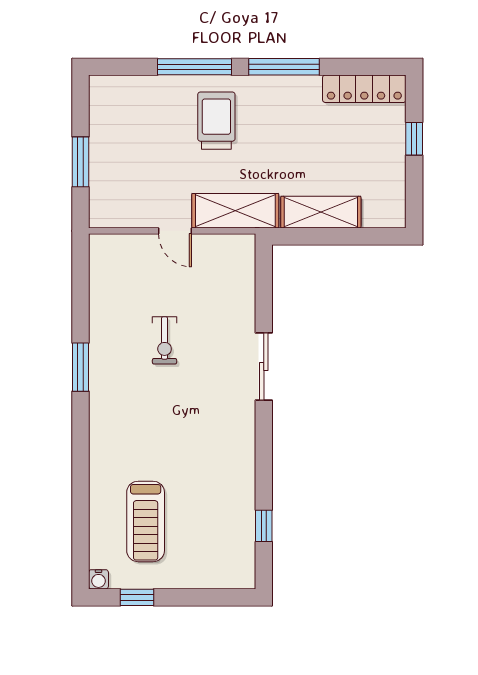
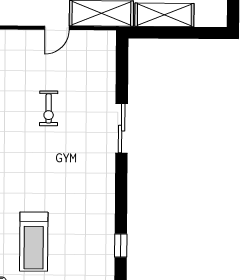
door: (175, 231) -> (57, 28), hinge flipped

